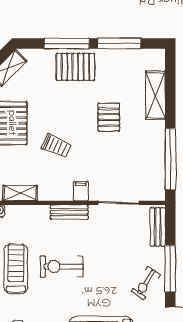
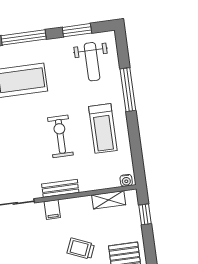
exercise bike: (62, 267) -> (60, 136), turned -90

